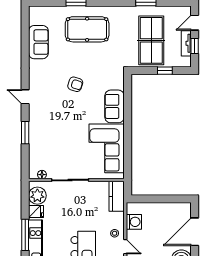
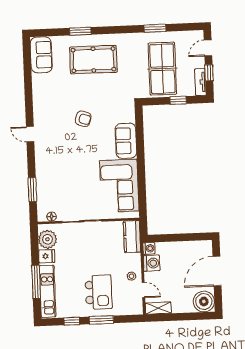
sofa: (38, 42) -> (41, 55), moved
tv unit: (186, 43) -> (200, 82), moved
window: (25, 133) -> (32, 190), moved
washing machine: (132, 208) -> (149, 248), added

